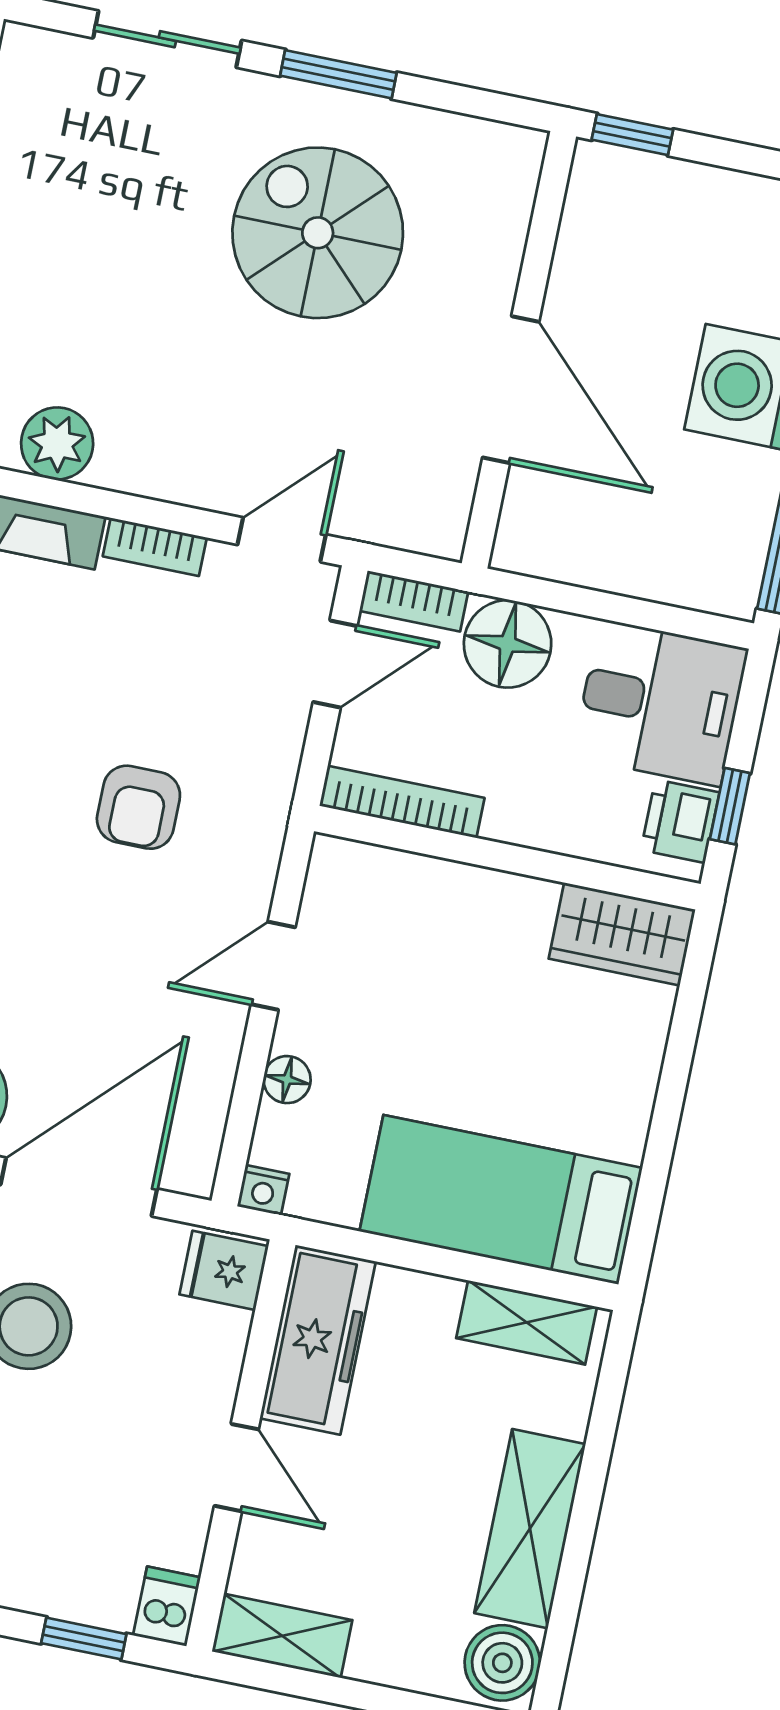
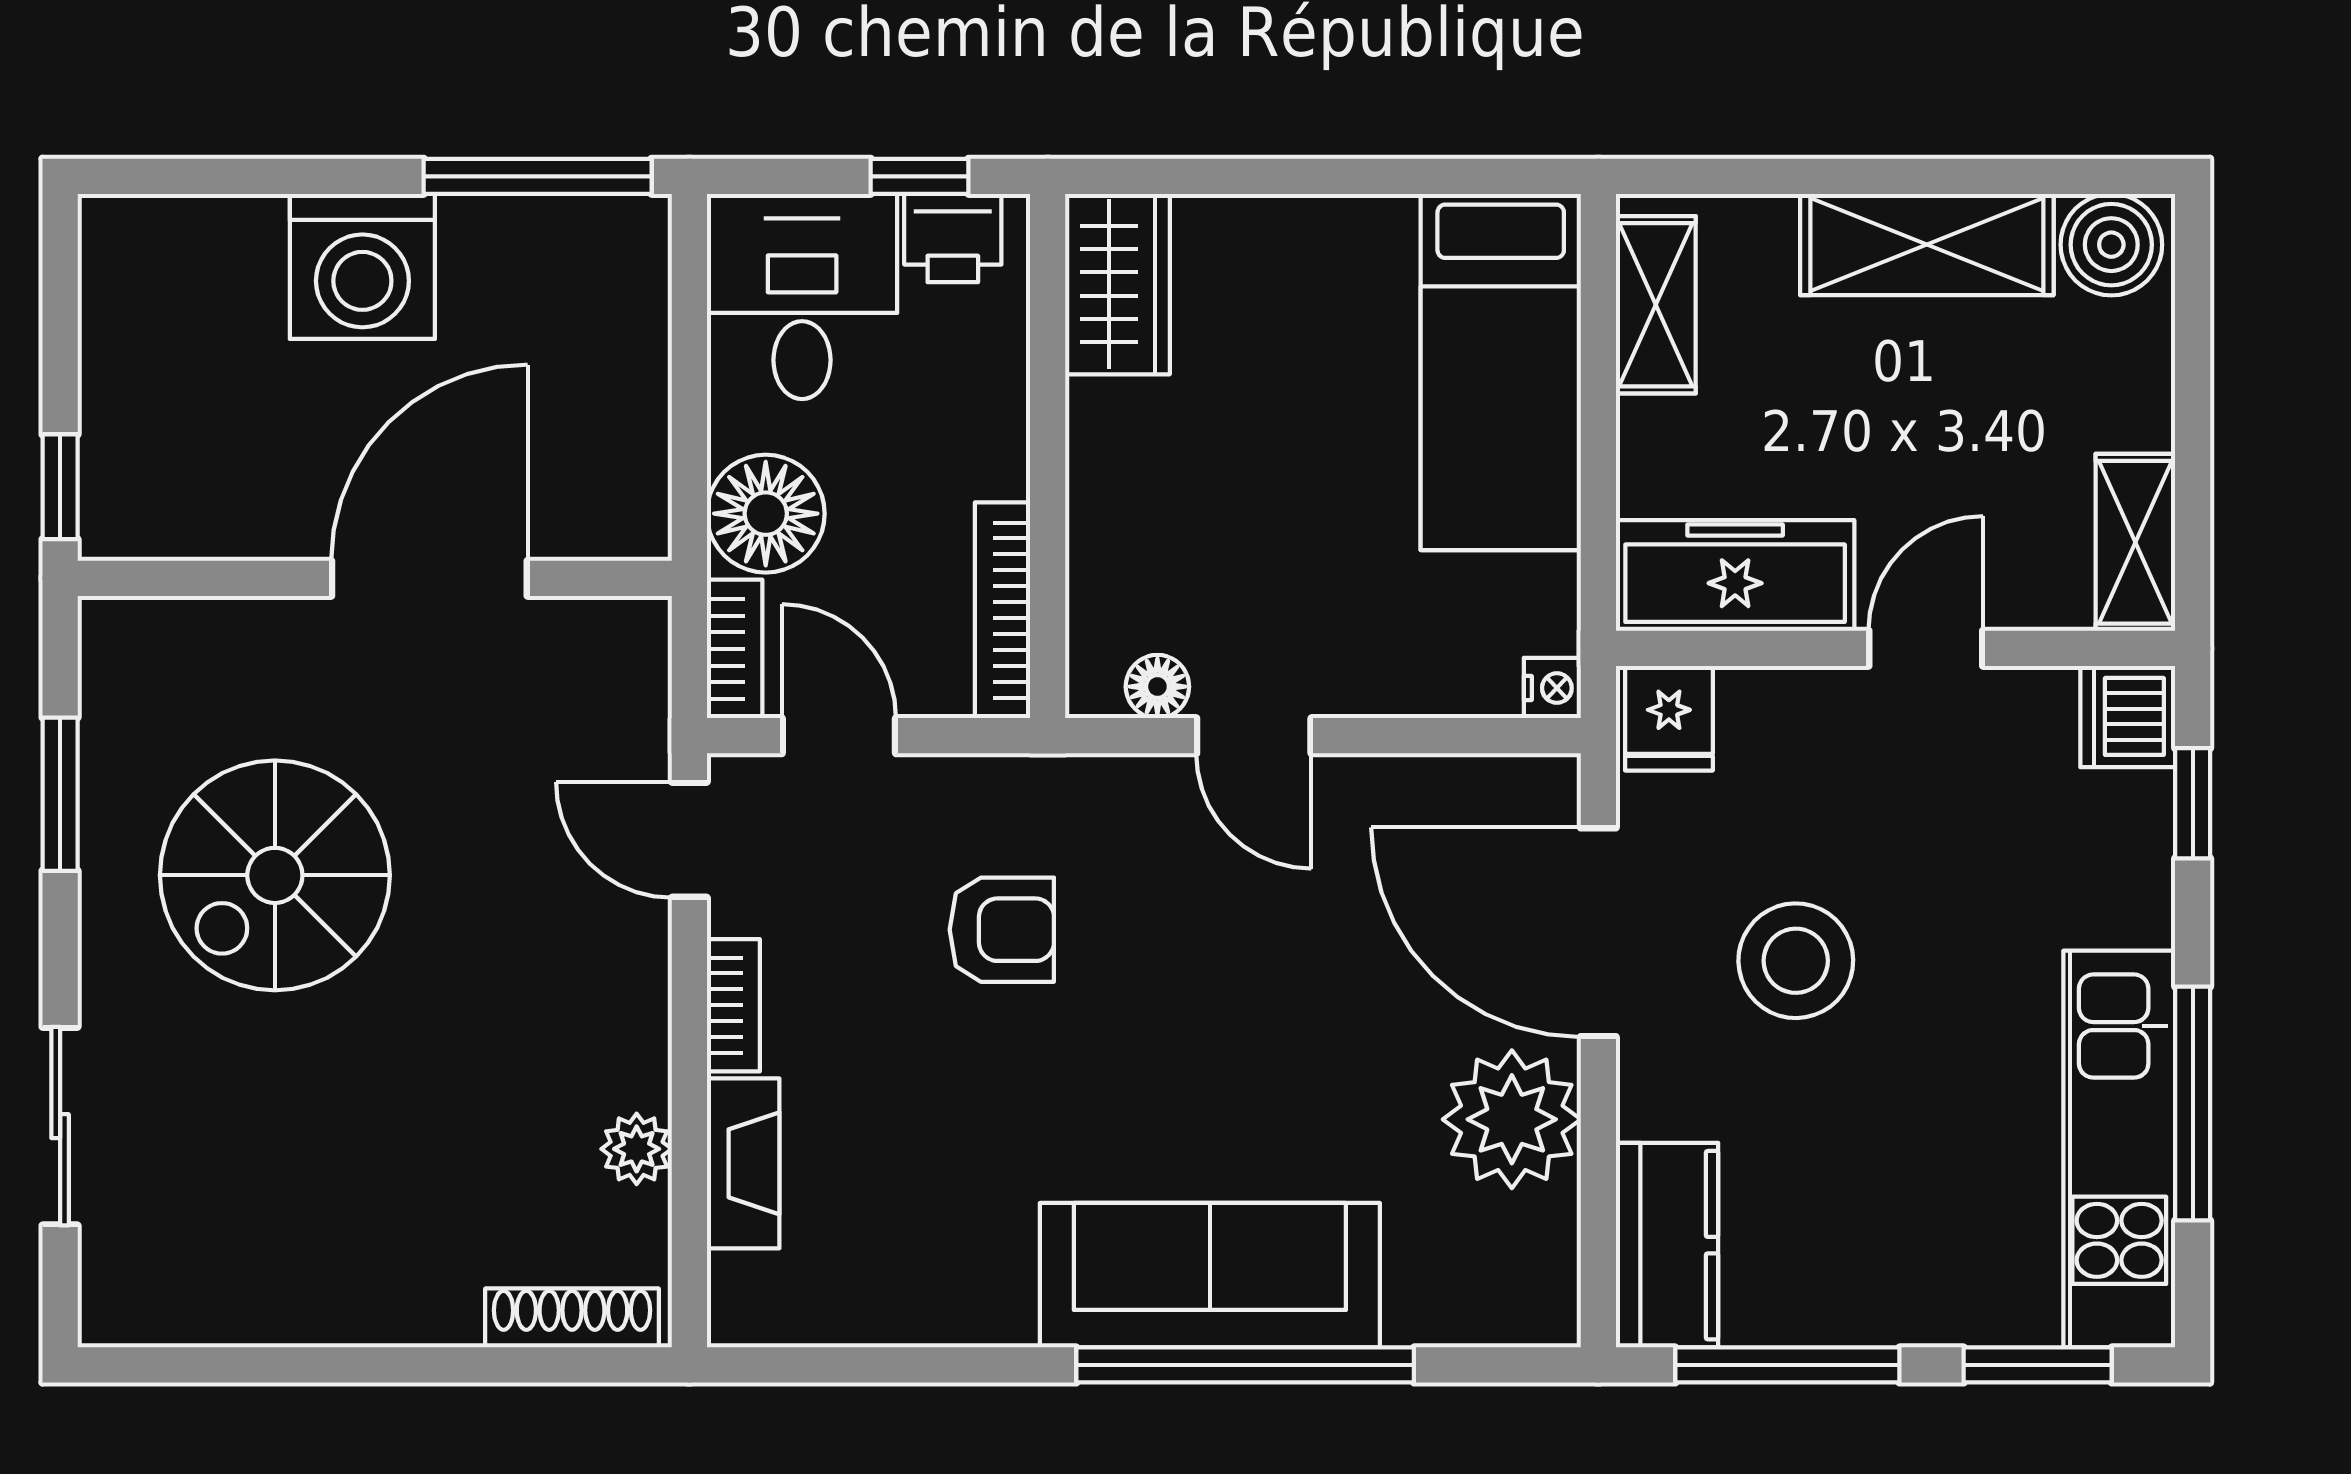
window: (338, 74) -> (60, 794), moved
plant: (57, 443) -> (637, 1149), width x0.73, depth x0.73
armchair: (138, 807) -> (1002, 930), moved
floor lamp: (287, 1080) -> (1157, 687), moved
dishwasher: (167, 1606) -> (2128, 716), width x1.38

